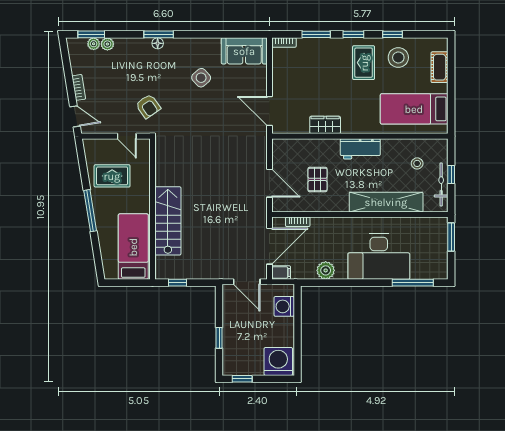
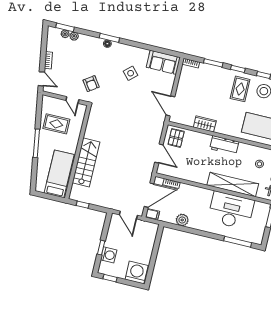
pallet: (318, 179) -> (176, 138), moved
desk: (379, 256) -> (231, 211), moved, turned 180
washing machine: (284, 306) -> (109, 255), moved, turned 180

